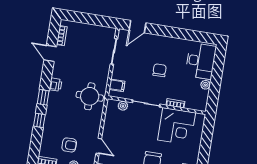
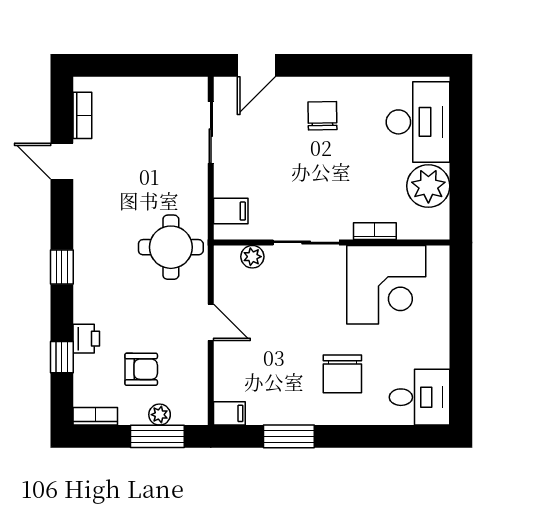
chair: (160, 70) -> (322, 116), moved
printer: (56, 85) -> (86, 339), moved
plant: (205, 85) -> (428, 186), width x1.88, depth x1.88
window: (39, 120) -> (62, 357), moved
door: (99, 146) -> (211, 322), moved

